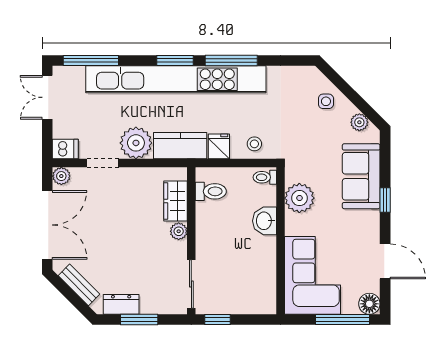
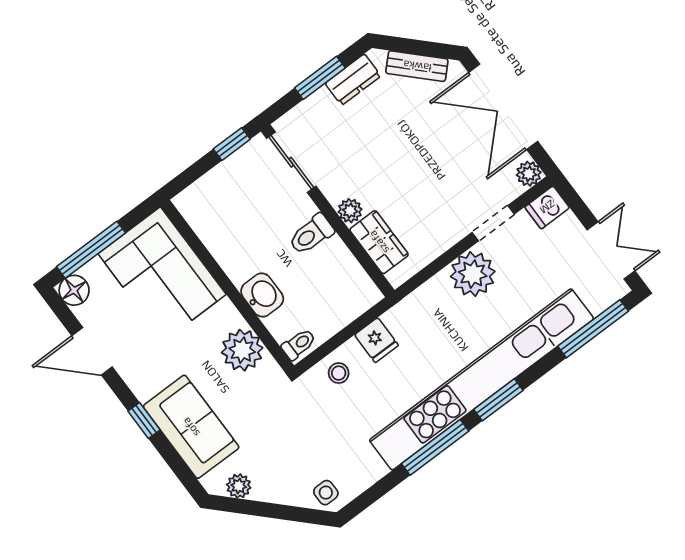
side table: (326, 101) -> (326, 493), moved
kitchen counter: (180, 146) -> (421, 308), removed
toilet: (211, 191) -> (311, 234), moved

